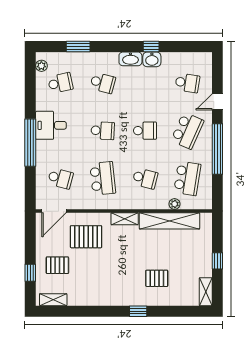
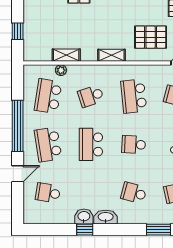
school desk: (145, 131) -> (91, 144), width x1.85
school desk: (187, 131) -> (48, 144), turned -33
school desk: (145, 178) -> (91, 96), turned -33
shelving: (169, 221) -> (66, 55), width x0.45, depth x0.75
window: (217, 261) -> (18, 31), moved

